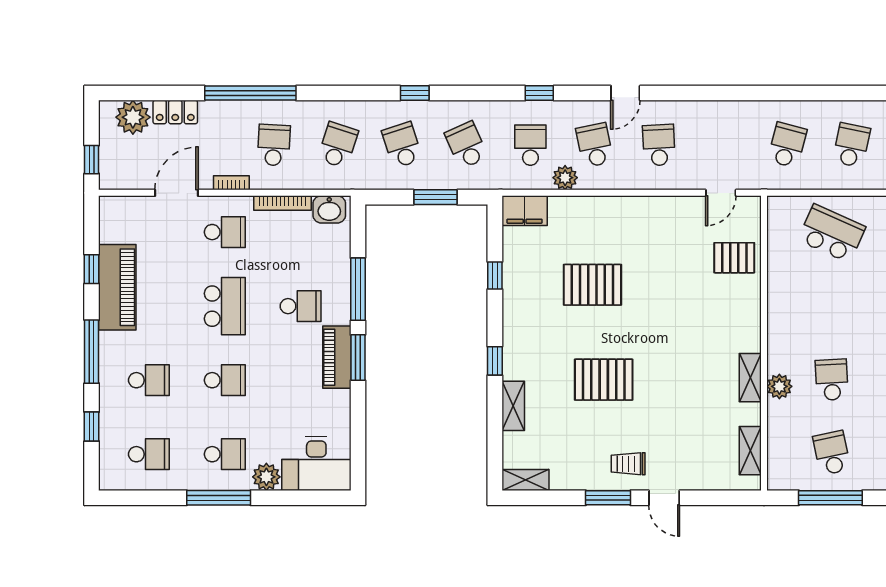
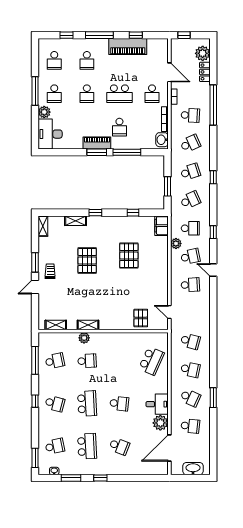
school desk: (338, 145) -> (190, 144), turned -42

